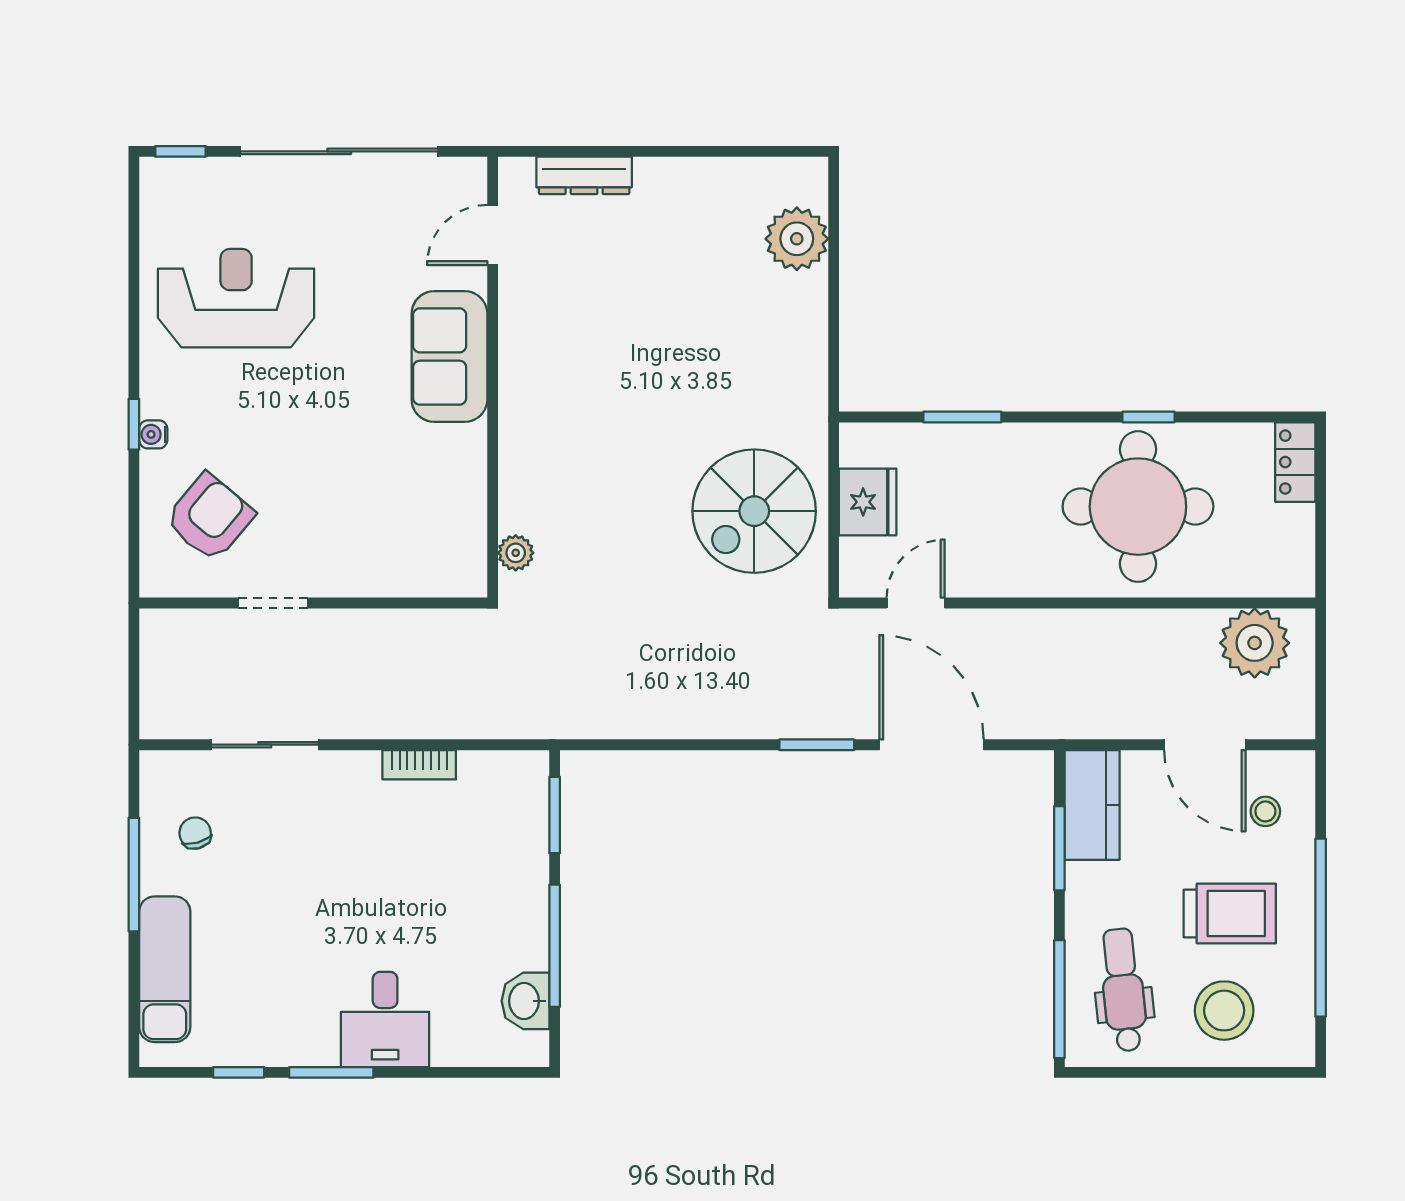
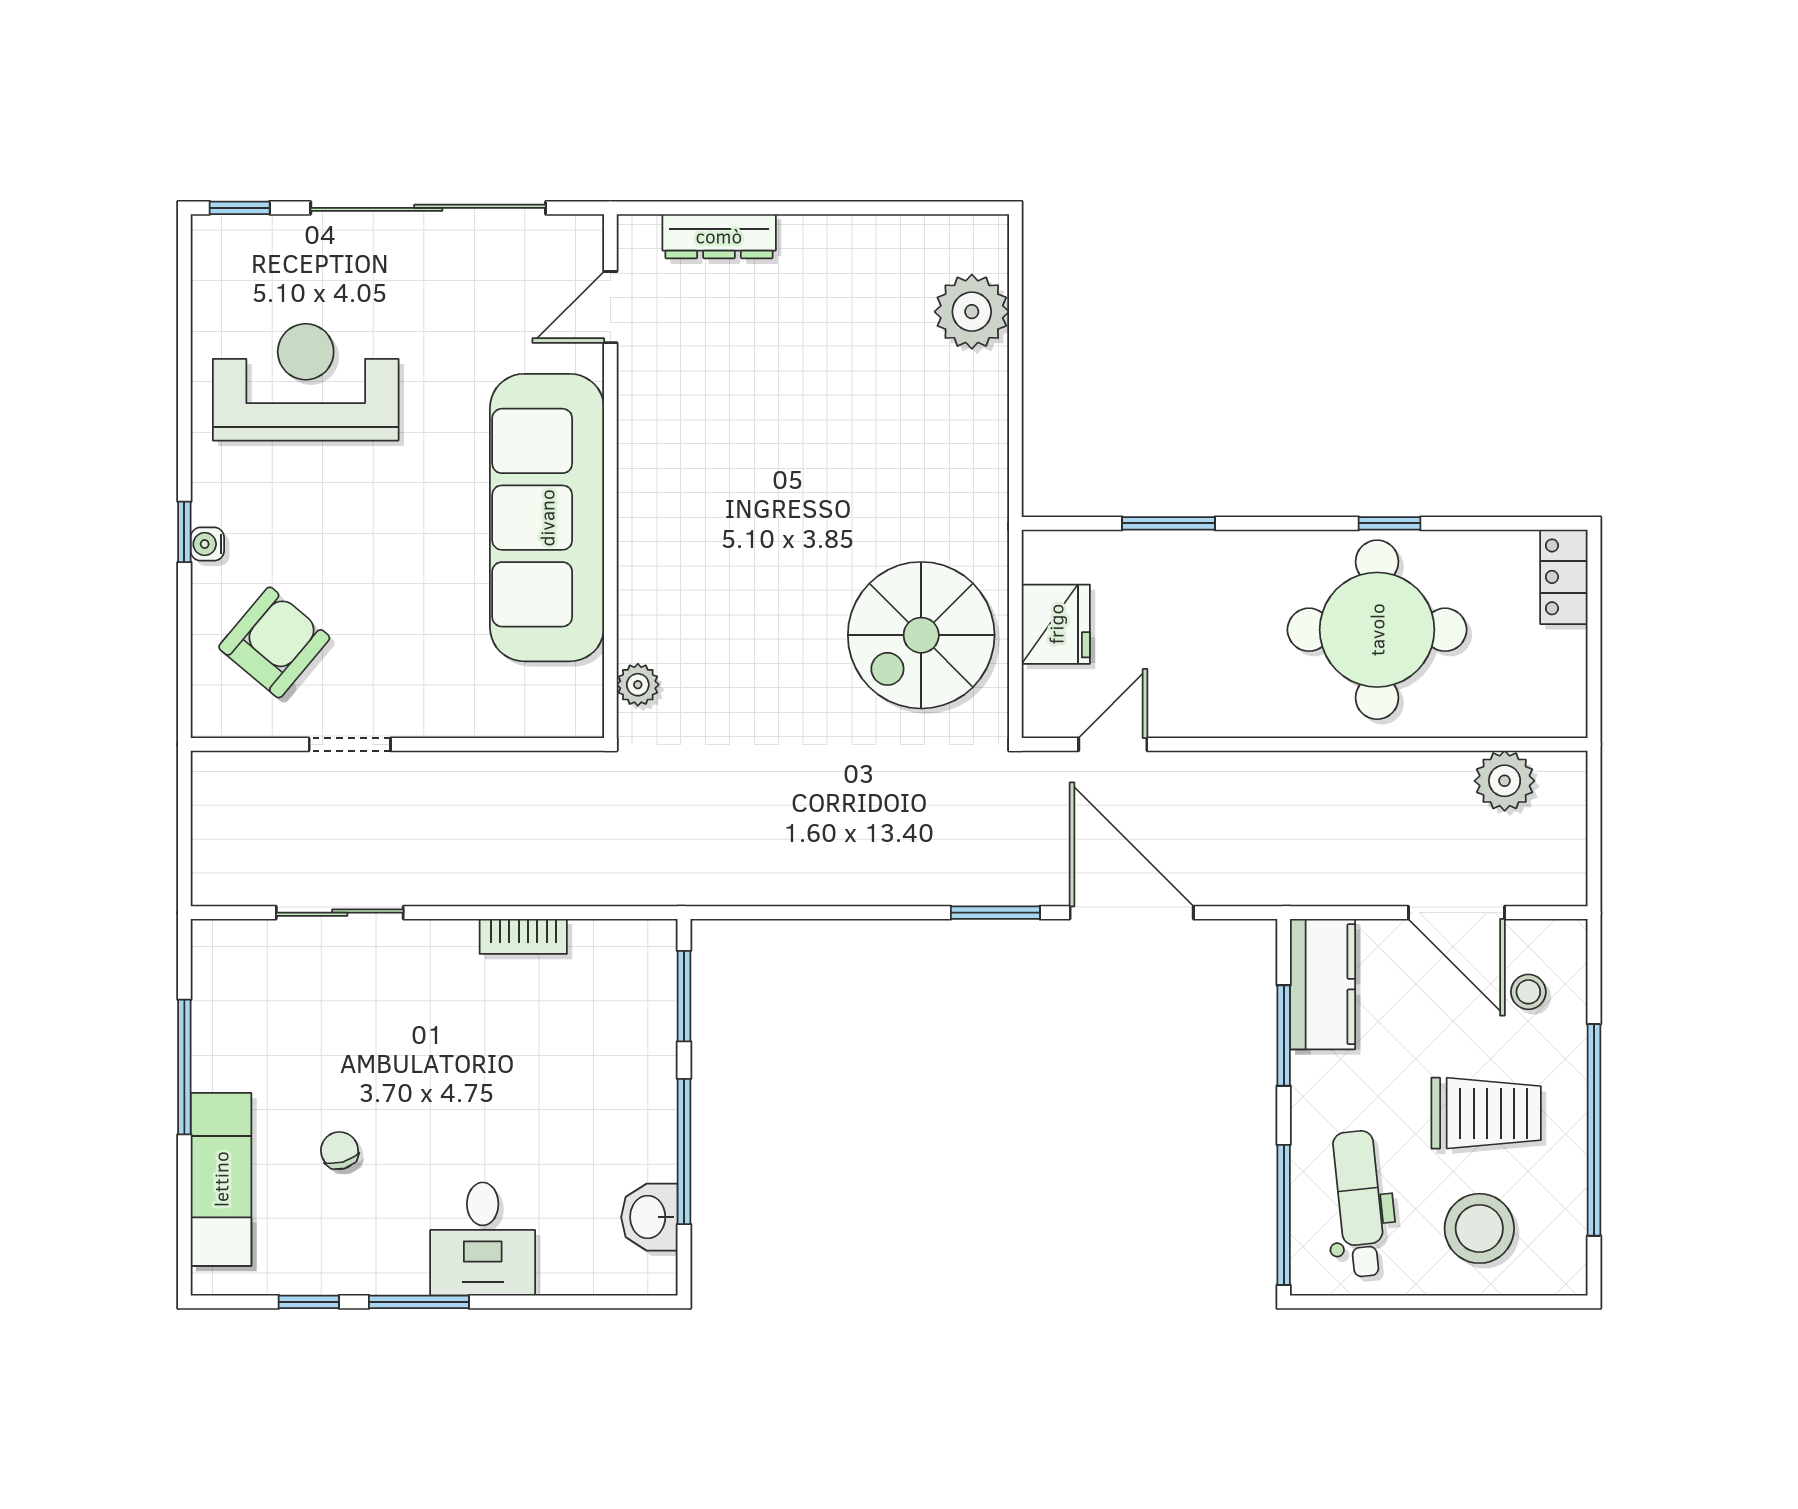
sofa: (449, 357) -> (547, 518), width x1.85, depth x1.27
plant: (1255, 643) -> (1505, 781), width x0.73, depth x0.73
chair: (195, 833) -> (339, 1151), moved

